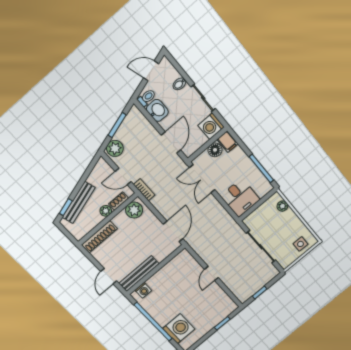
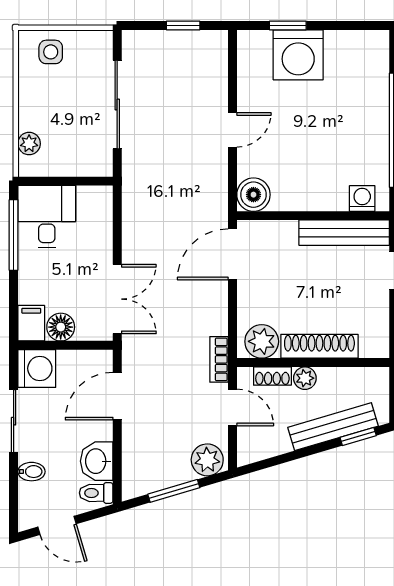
desk: (240, 198) -> (47, 217), moved
shoe rack: (99, 237) -> (319, 346), moved
boiler: (184, 258) -> (253, 195), added
washing machine: (179, 329) -> (298, 55), moved, turned -90

